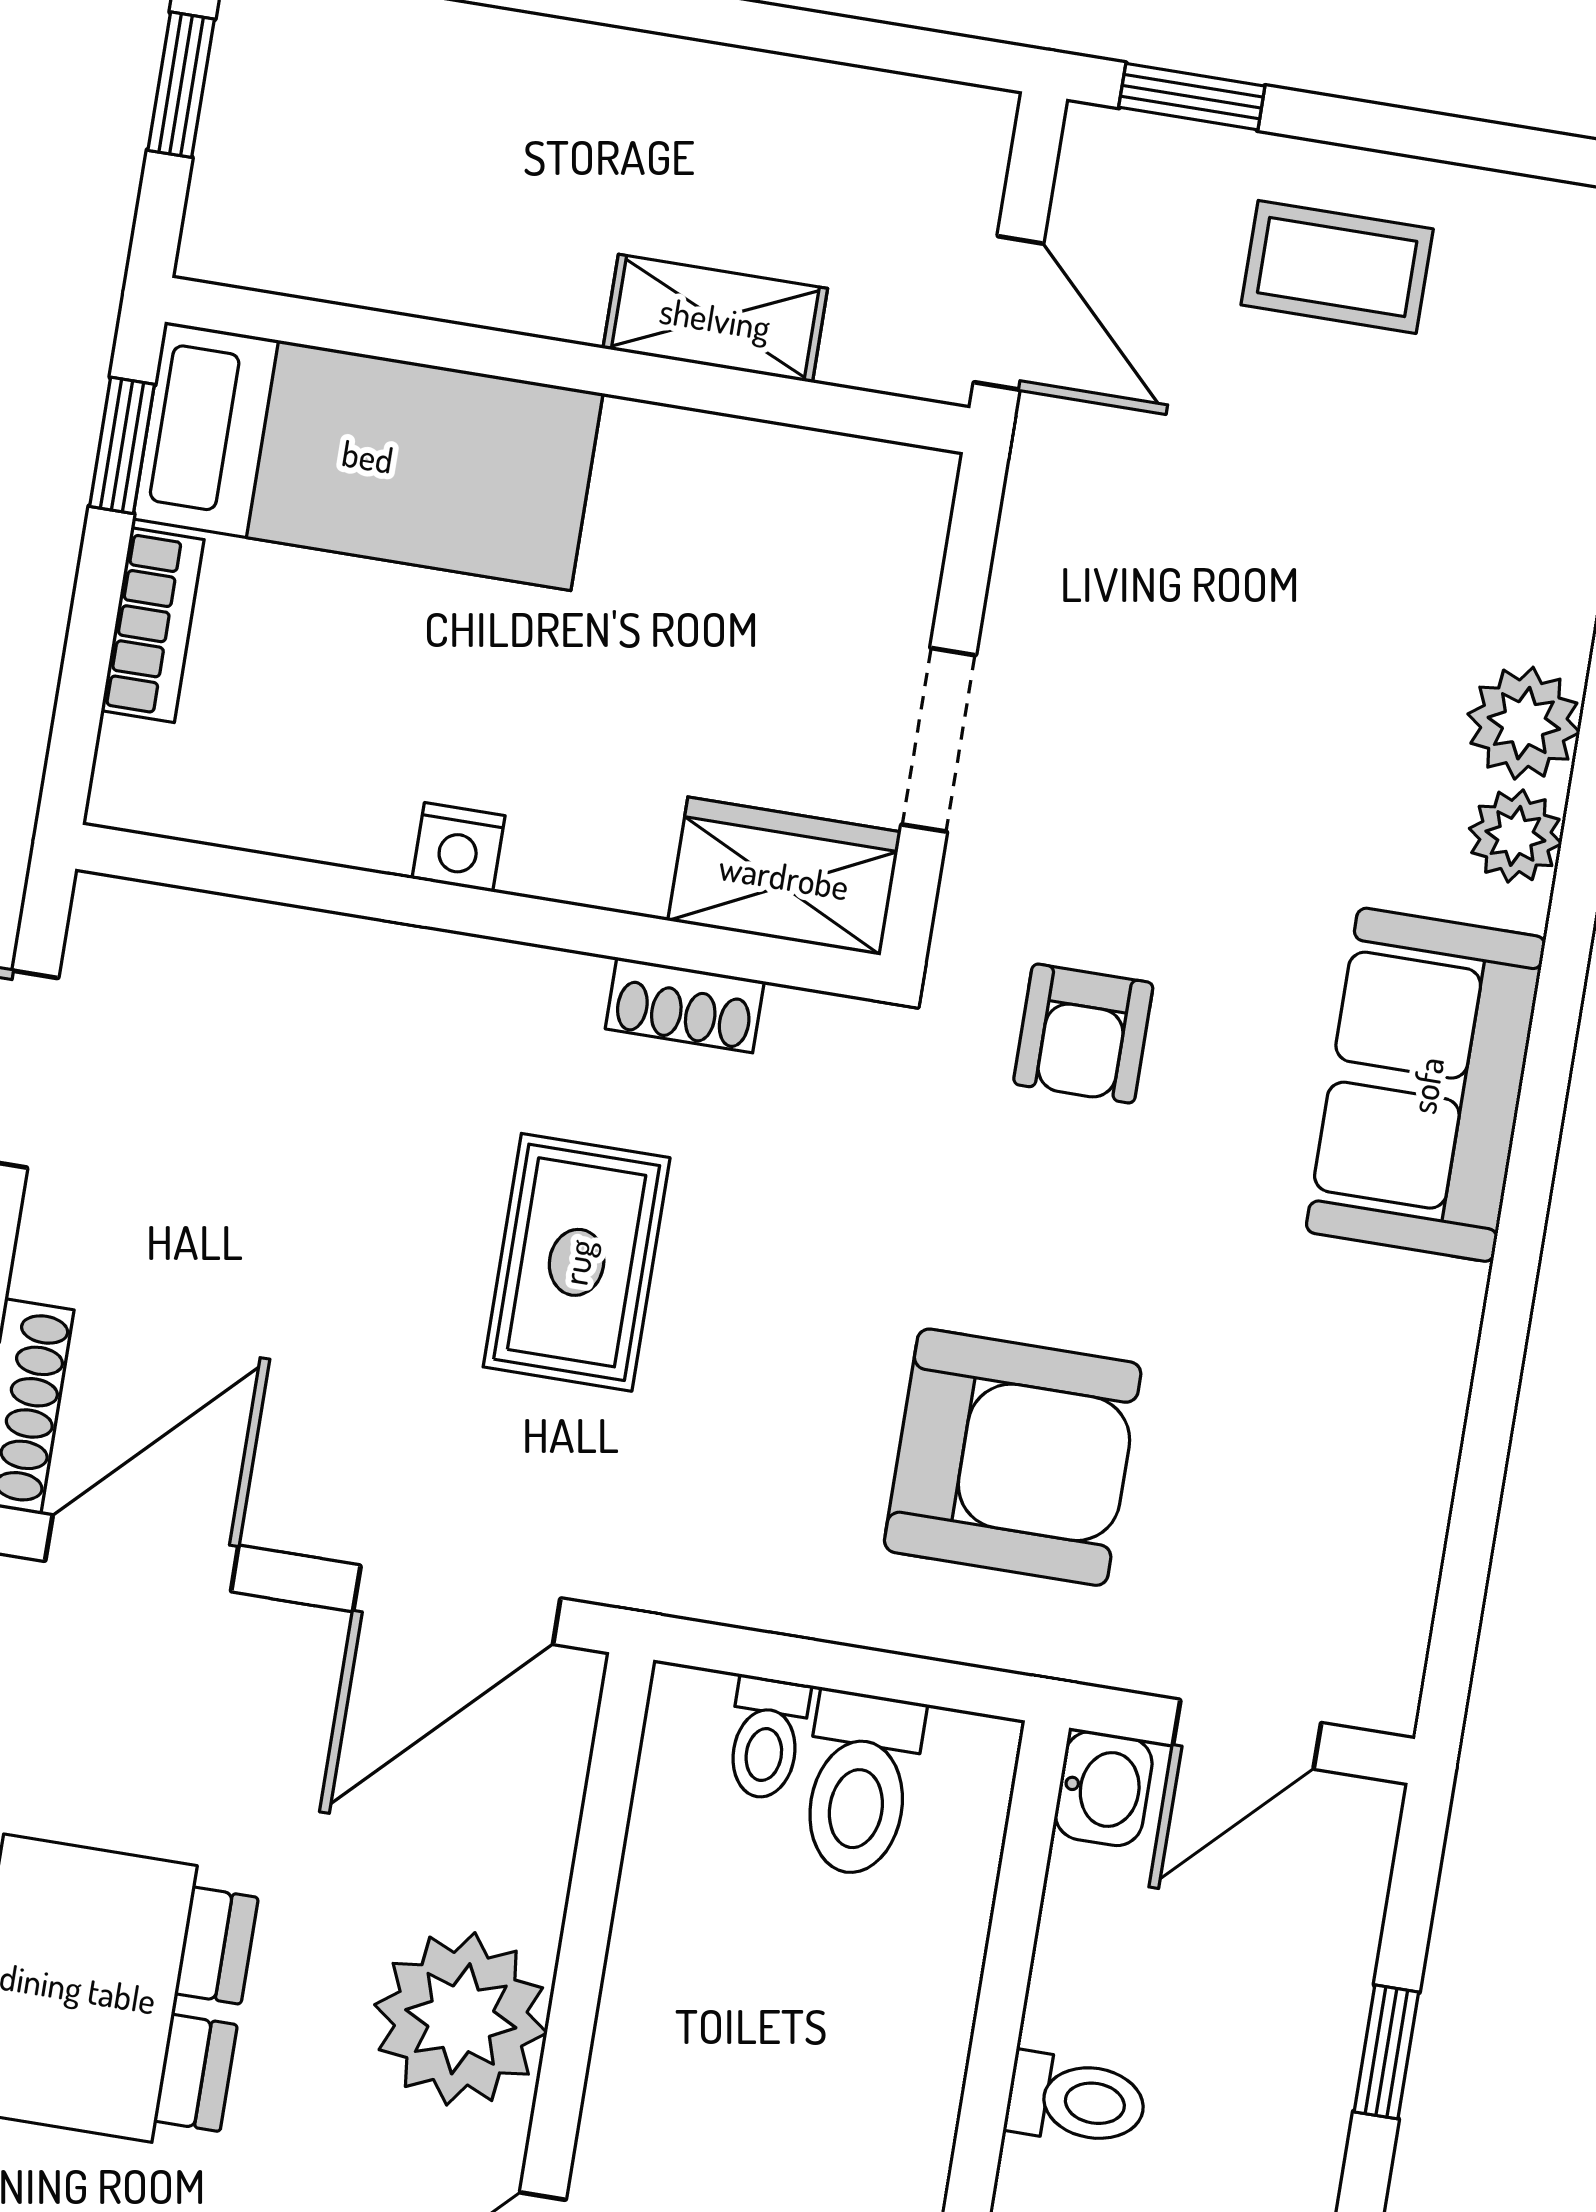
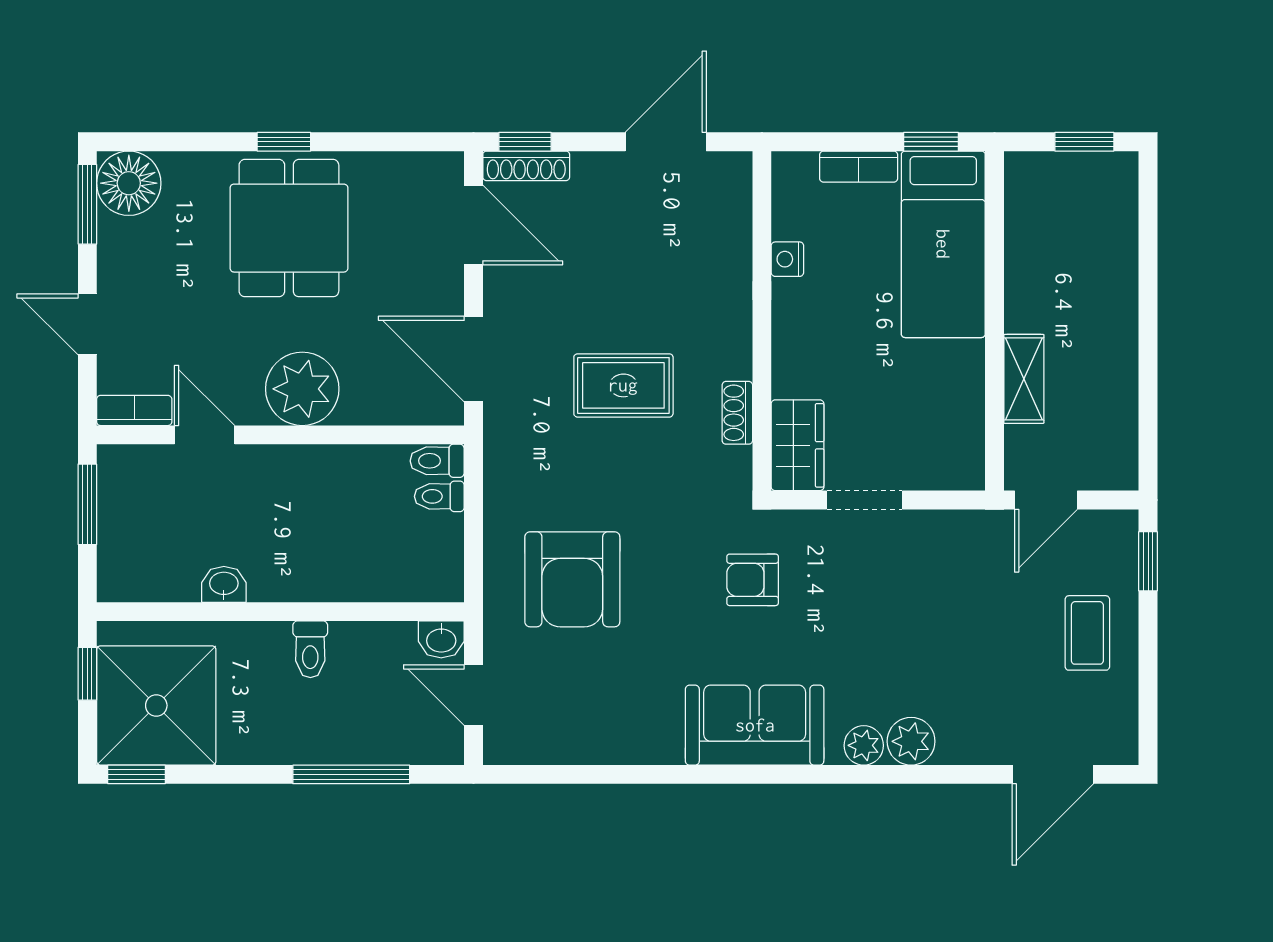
nightstand: (459, 847) -> (787, 259), moved
toilet: (860, 1784) -> (437, 461), moved, width x0.73, depth x0.72
window: (1386, 2052) -> (351, 774), width x2.17

